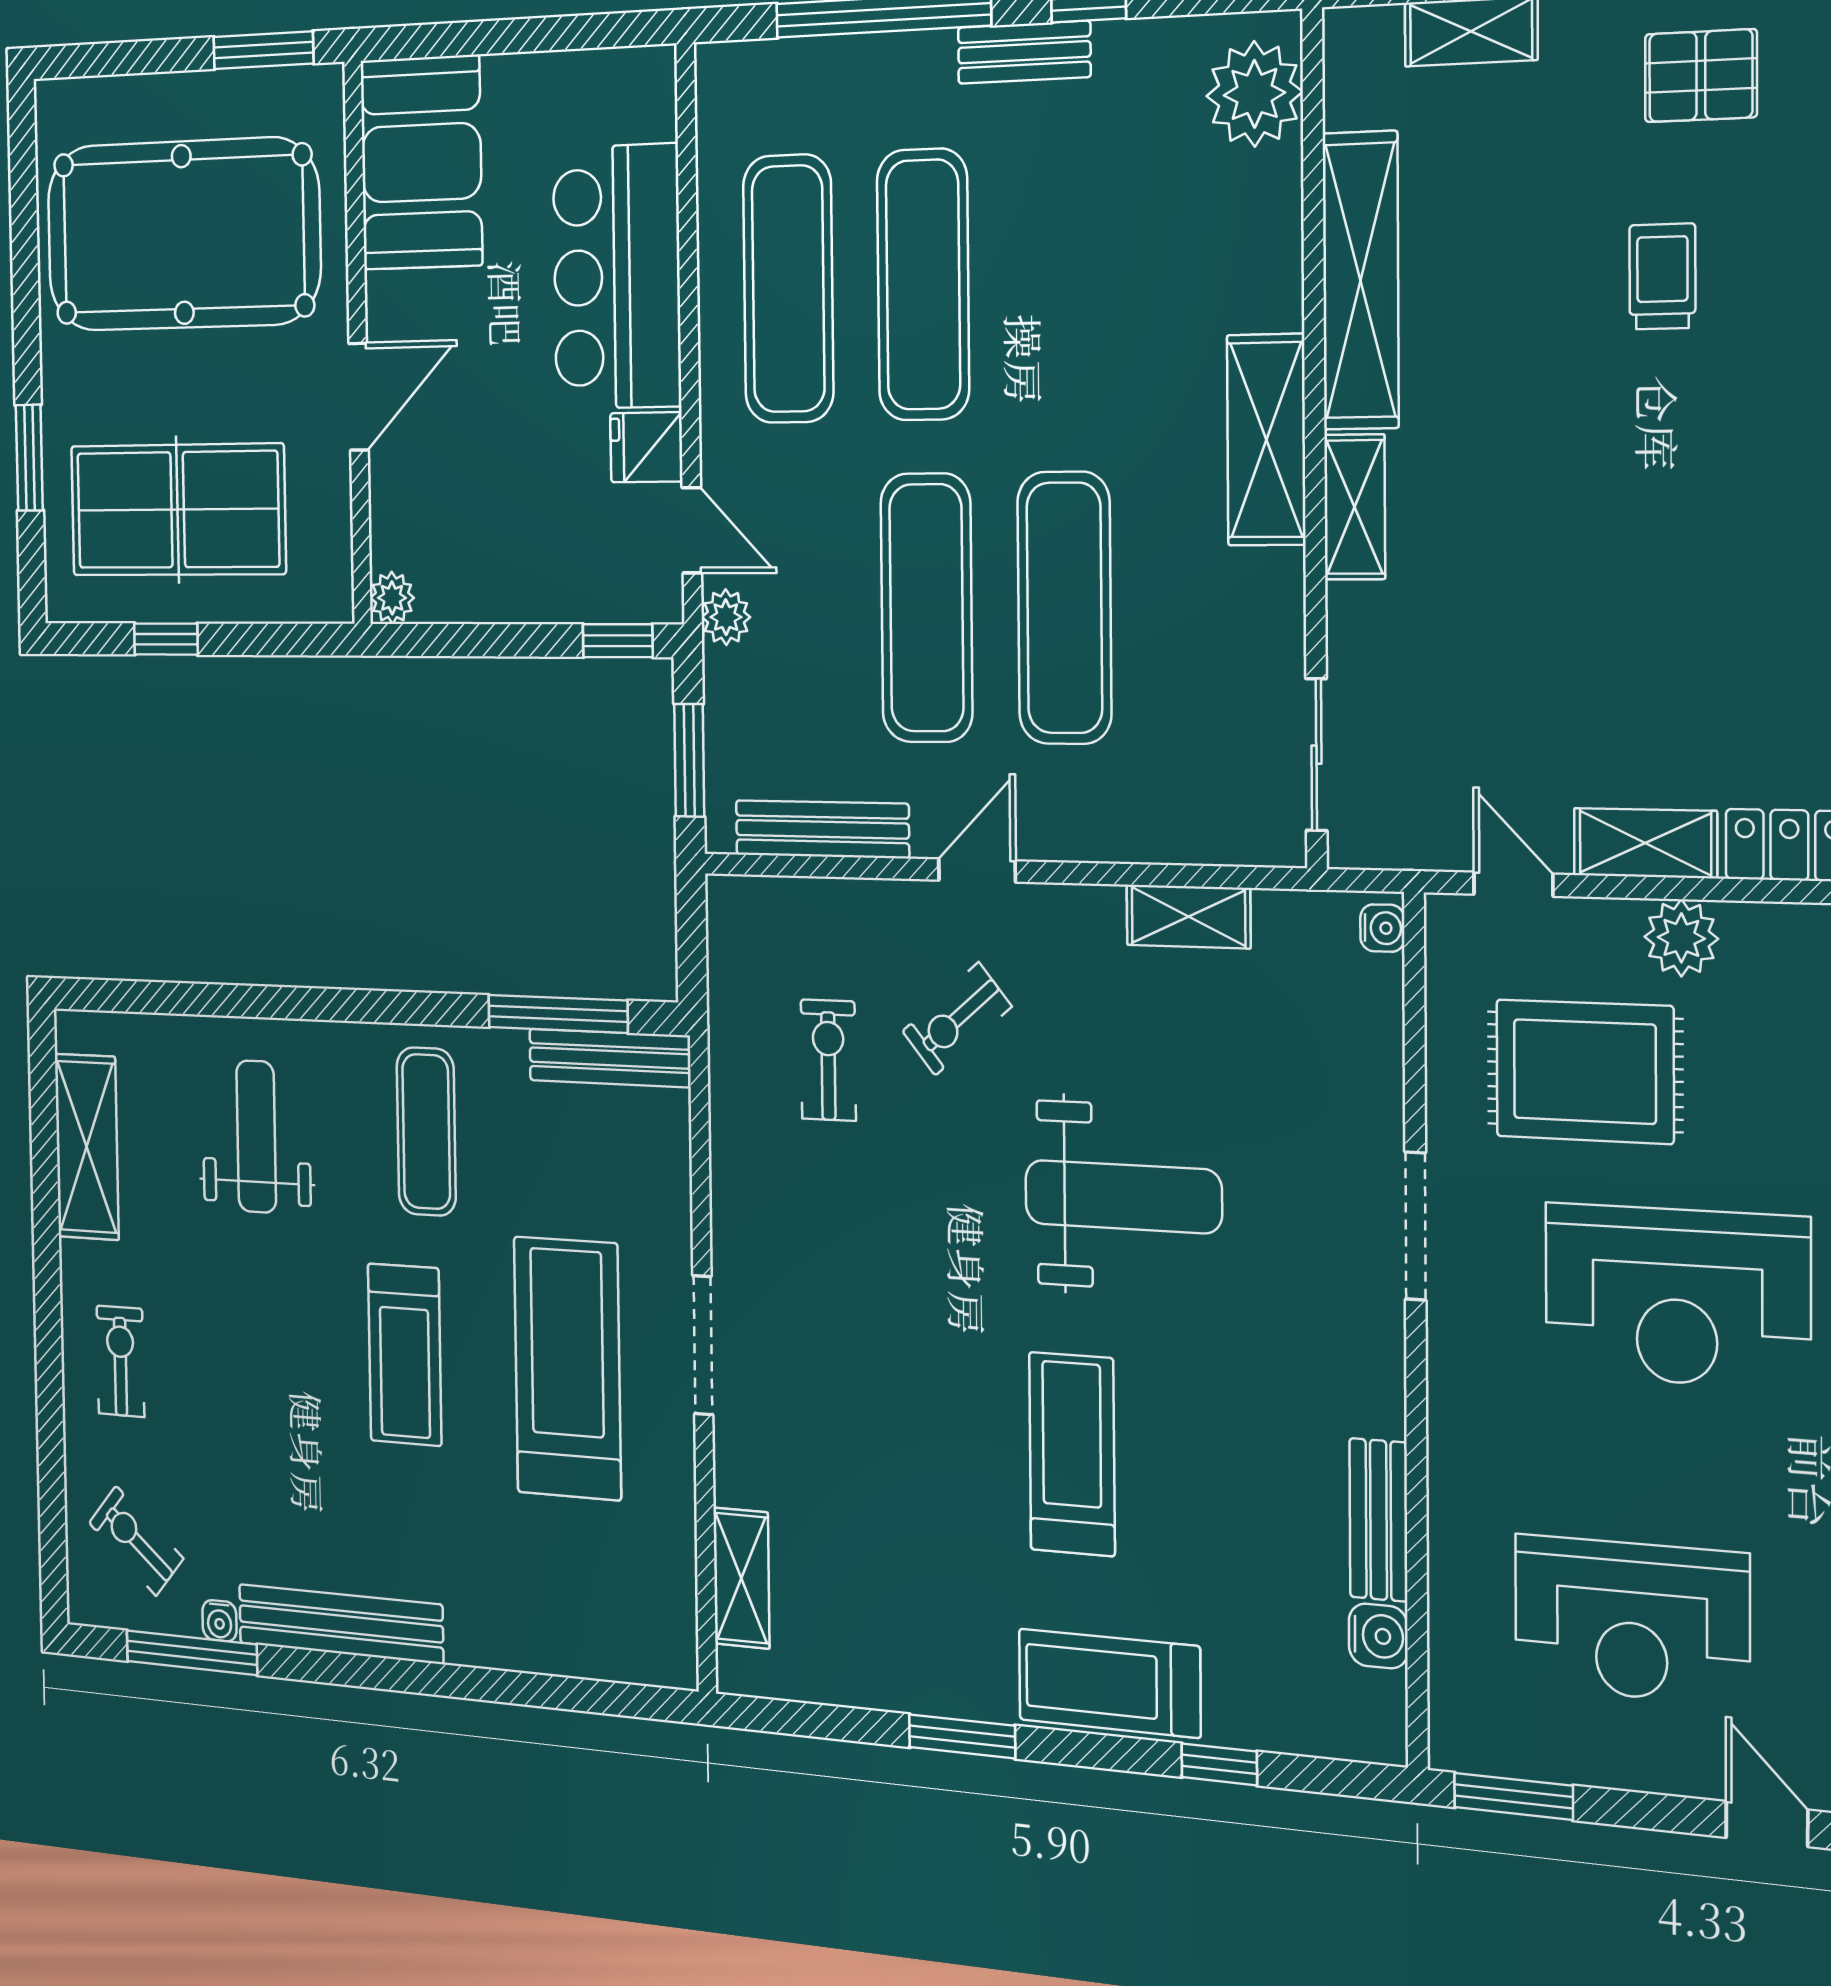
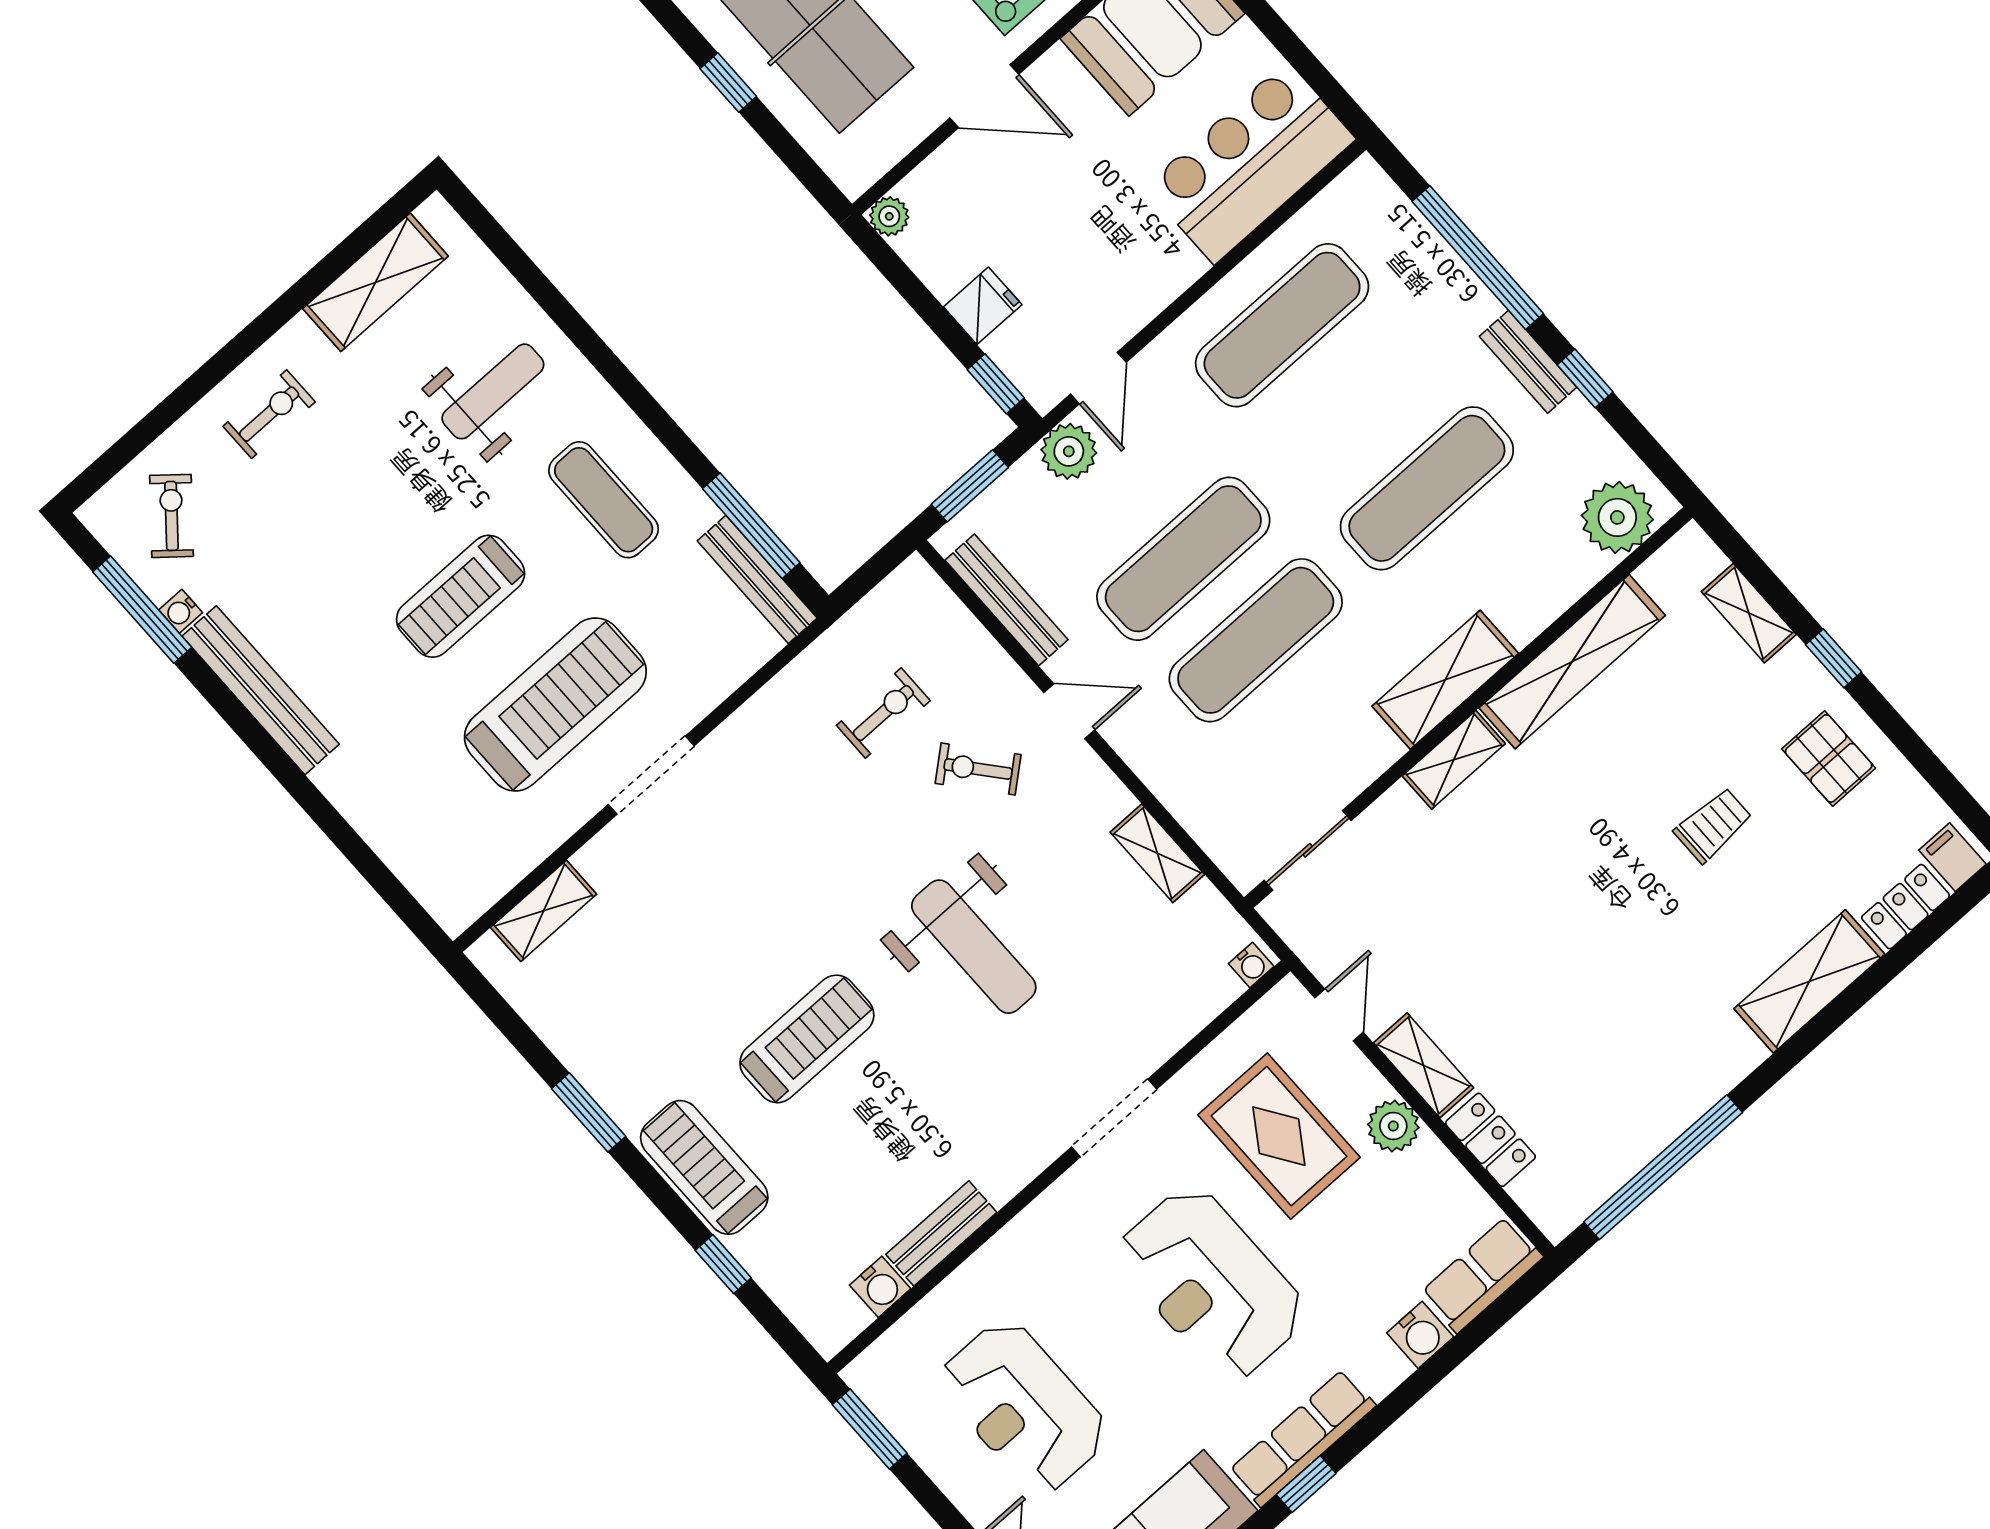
bar counter: (617, 277) -> (1250, 163), moved
exercise mat: (923, 285) -> (1427, 488), moved
fridge: (646, 447) -> (983, 306), moved, turned 90
plant: (726, 617) -> (1069, 451), width x1.38, depth x1.38
exercise mat: (426, 1132) -> (604, 500), turned 90

